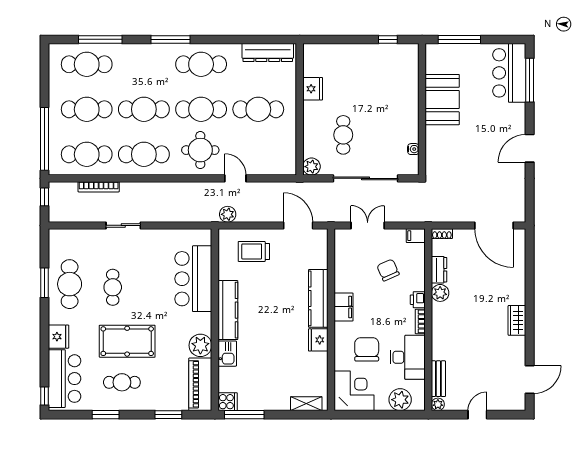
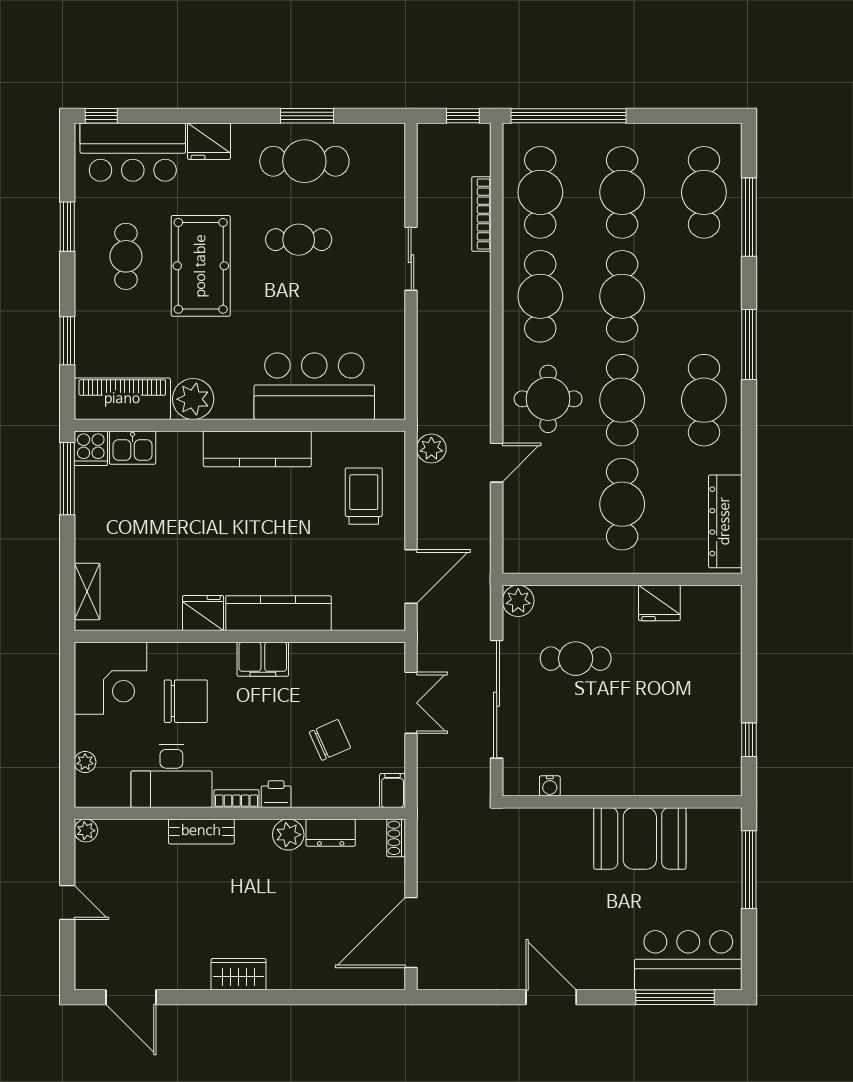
kitchen sink: (227, 354) -> (133, 448), moved
bench: (438, 379) -> (201, 831), moved
plant: (400, 400) -> (85, 762), width x0.53, depth x0.53

